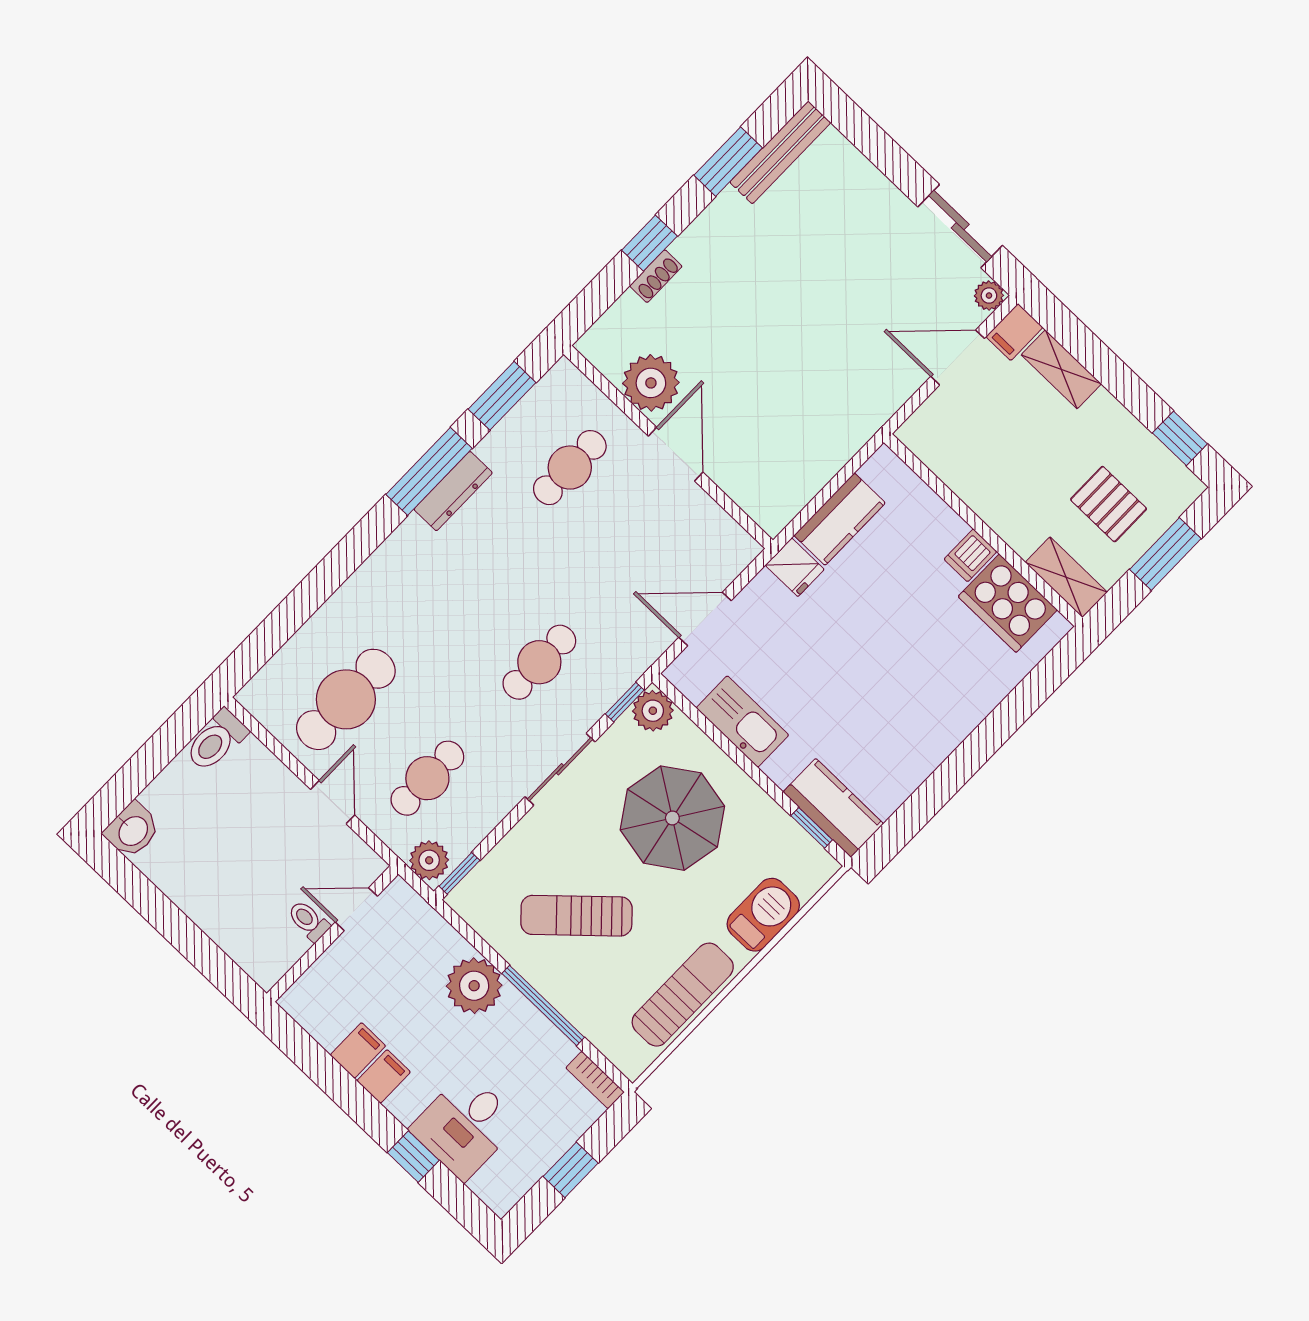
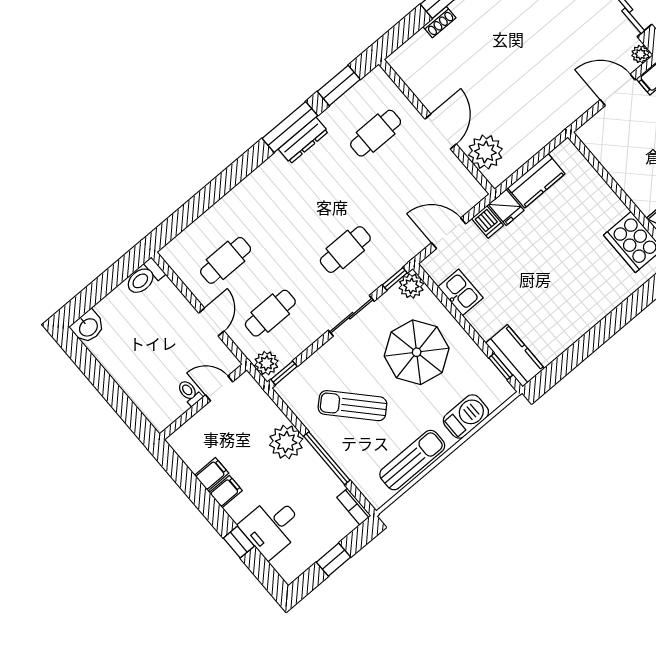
plant: (651, 383) -> (485, 152), moved
dishwasher: (970, 555) -> (487, 222), moved, turned -90
cafe table: (346, 699) -> (226, 260), width x0.73, depth x0.74
kitchen sink: (742, 722) -> (460, 292), width x0.73

